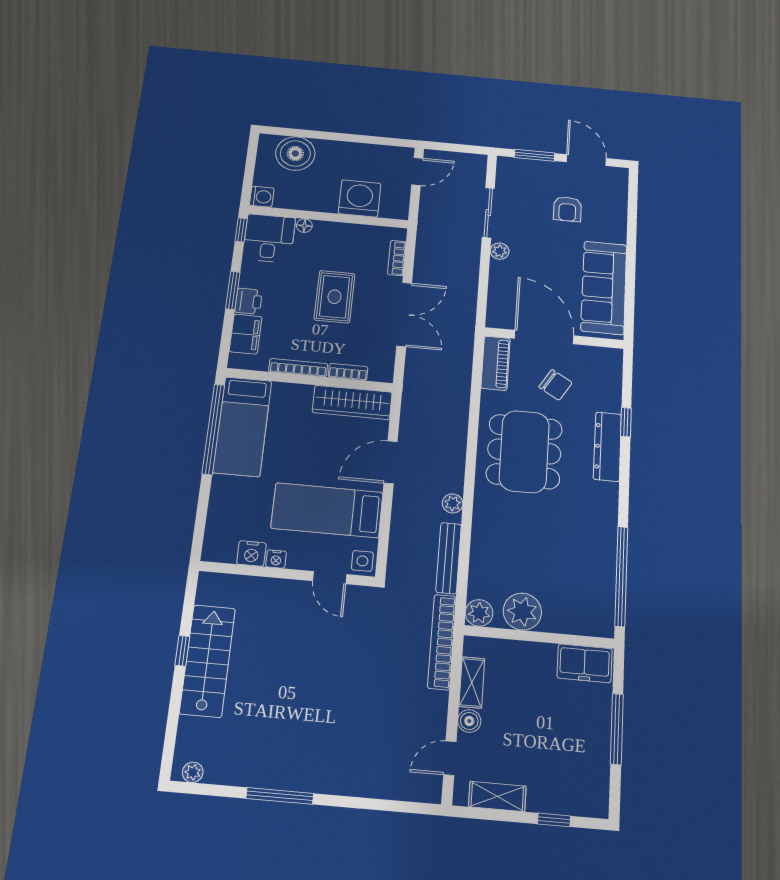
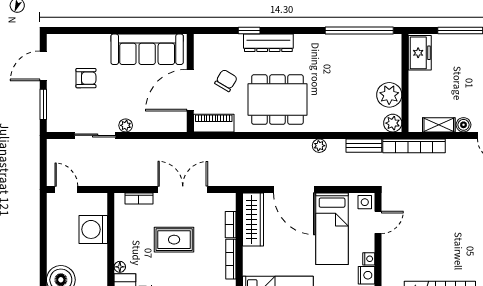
door: (391, 462) -> (294, 190), width x1.36
bench: (449, 558) -> (364, 146), width x0.73

